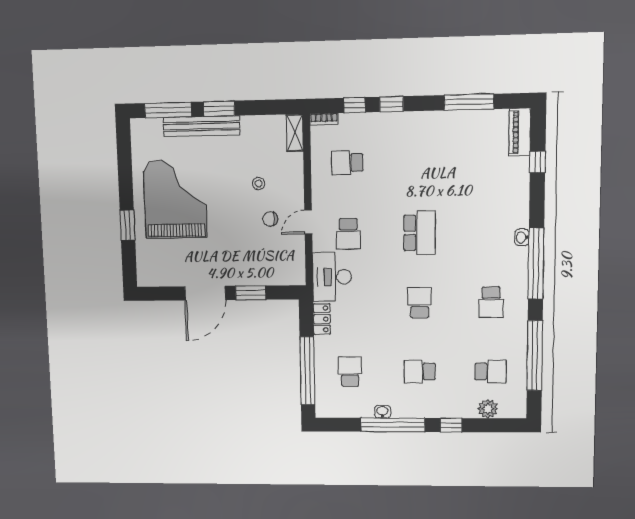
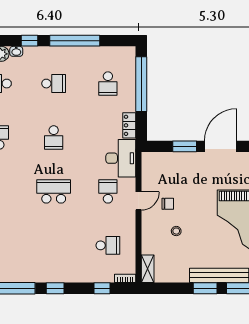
window: (391, 104) -> (55, 288), moved
school desk: (419, 233) -> (54, 191), turned 90
washbasin: (383, 412) -> (16, 51), moved

